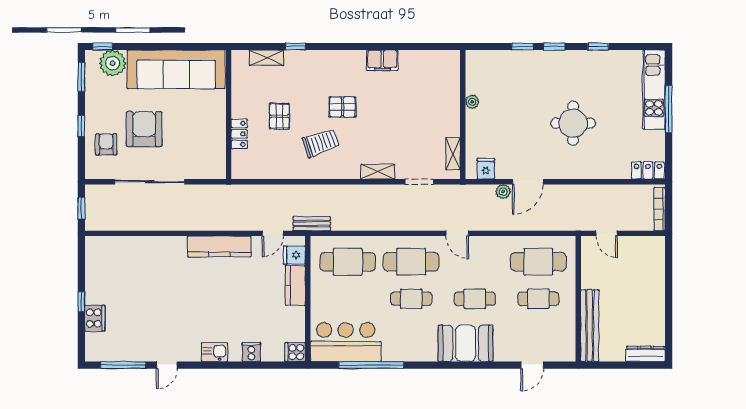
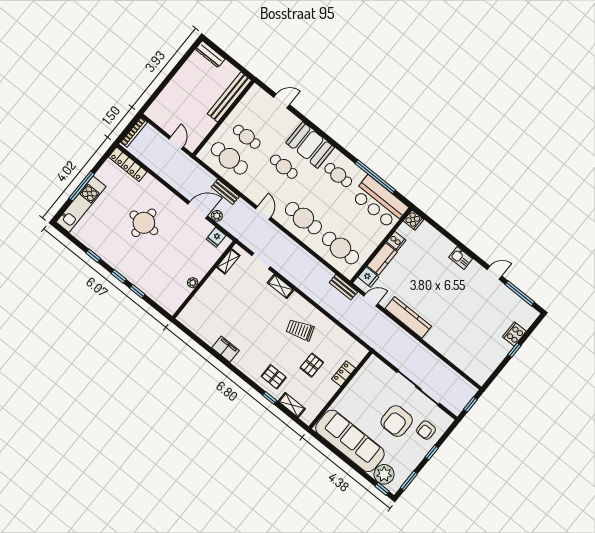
pallet: (342, 107) -> (274, 377), moved
locker: (648, 170) -> (128, 164), width x1.53
bench: (515, 224) -> (225, 192), added
cafe table: (411, 299) -> (338, 175), moved
cooker: (251, 352) -> (396, 241), moved, turned -90

